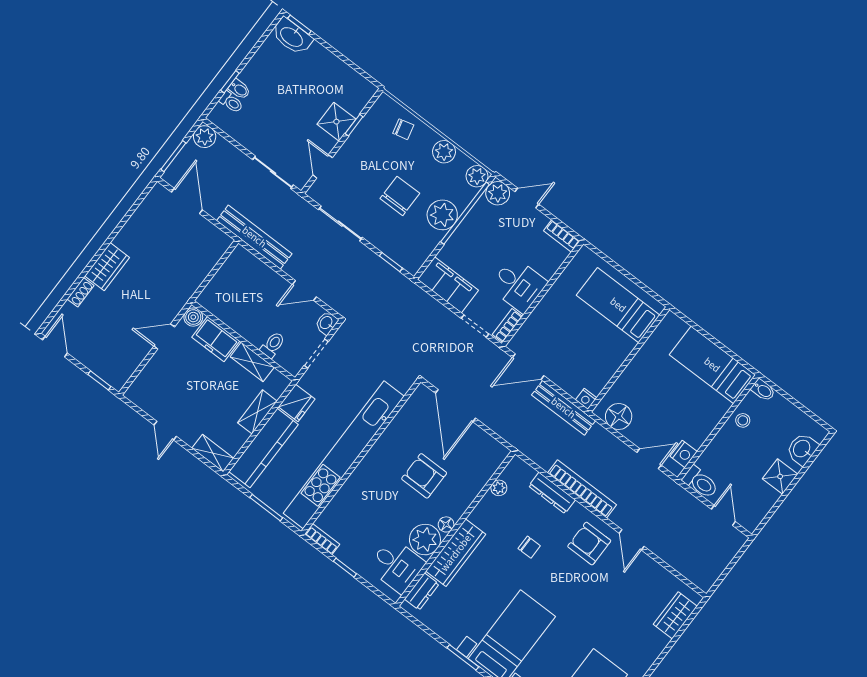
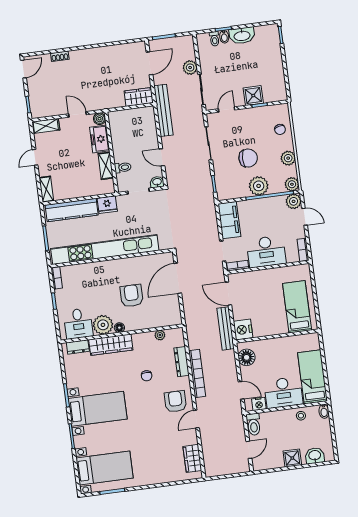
washbasin: (292, 36) -> (242, 36), moved, turned -90
plant: (205, 137) -> (190, 68), moved
wardrobe: (107, 267) -> (139, 97), moved, turned 180
desk: (518, 285) -> (266, 252), width x1.37
nightstand: (586, 399) -> (243, 330), width x1.89, depth x1.79
shelving: (257, 412) -> (46, 126), moved
desk: (698, 414) -> (283, 392), added
wardrobe: (675, 615) -> (192, 458), moved, turned -90

